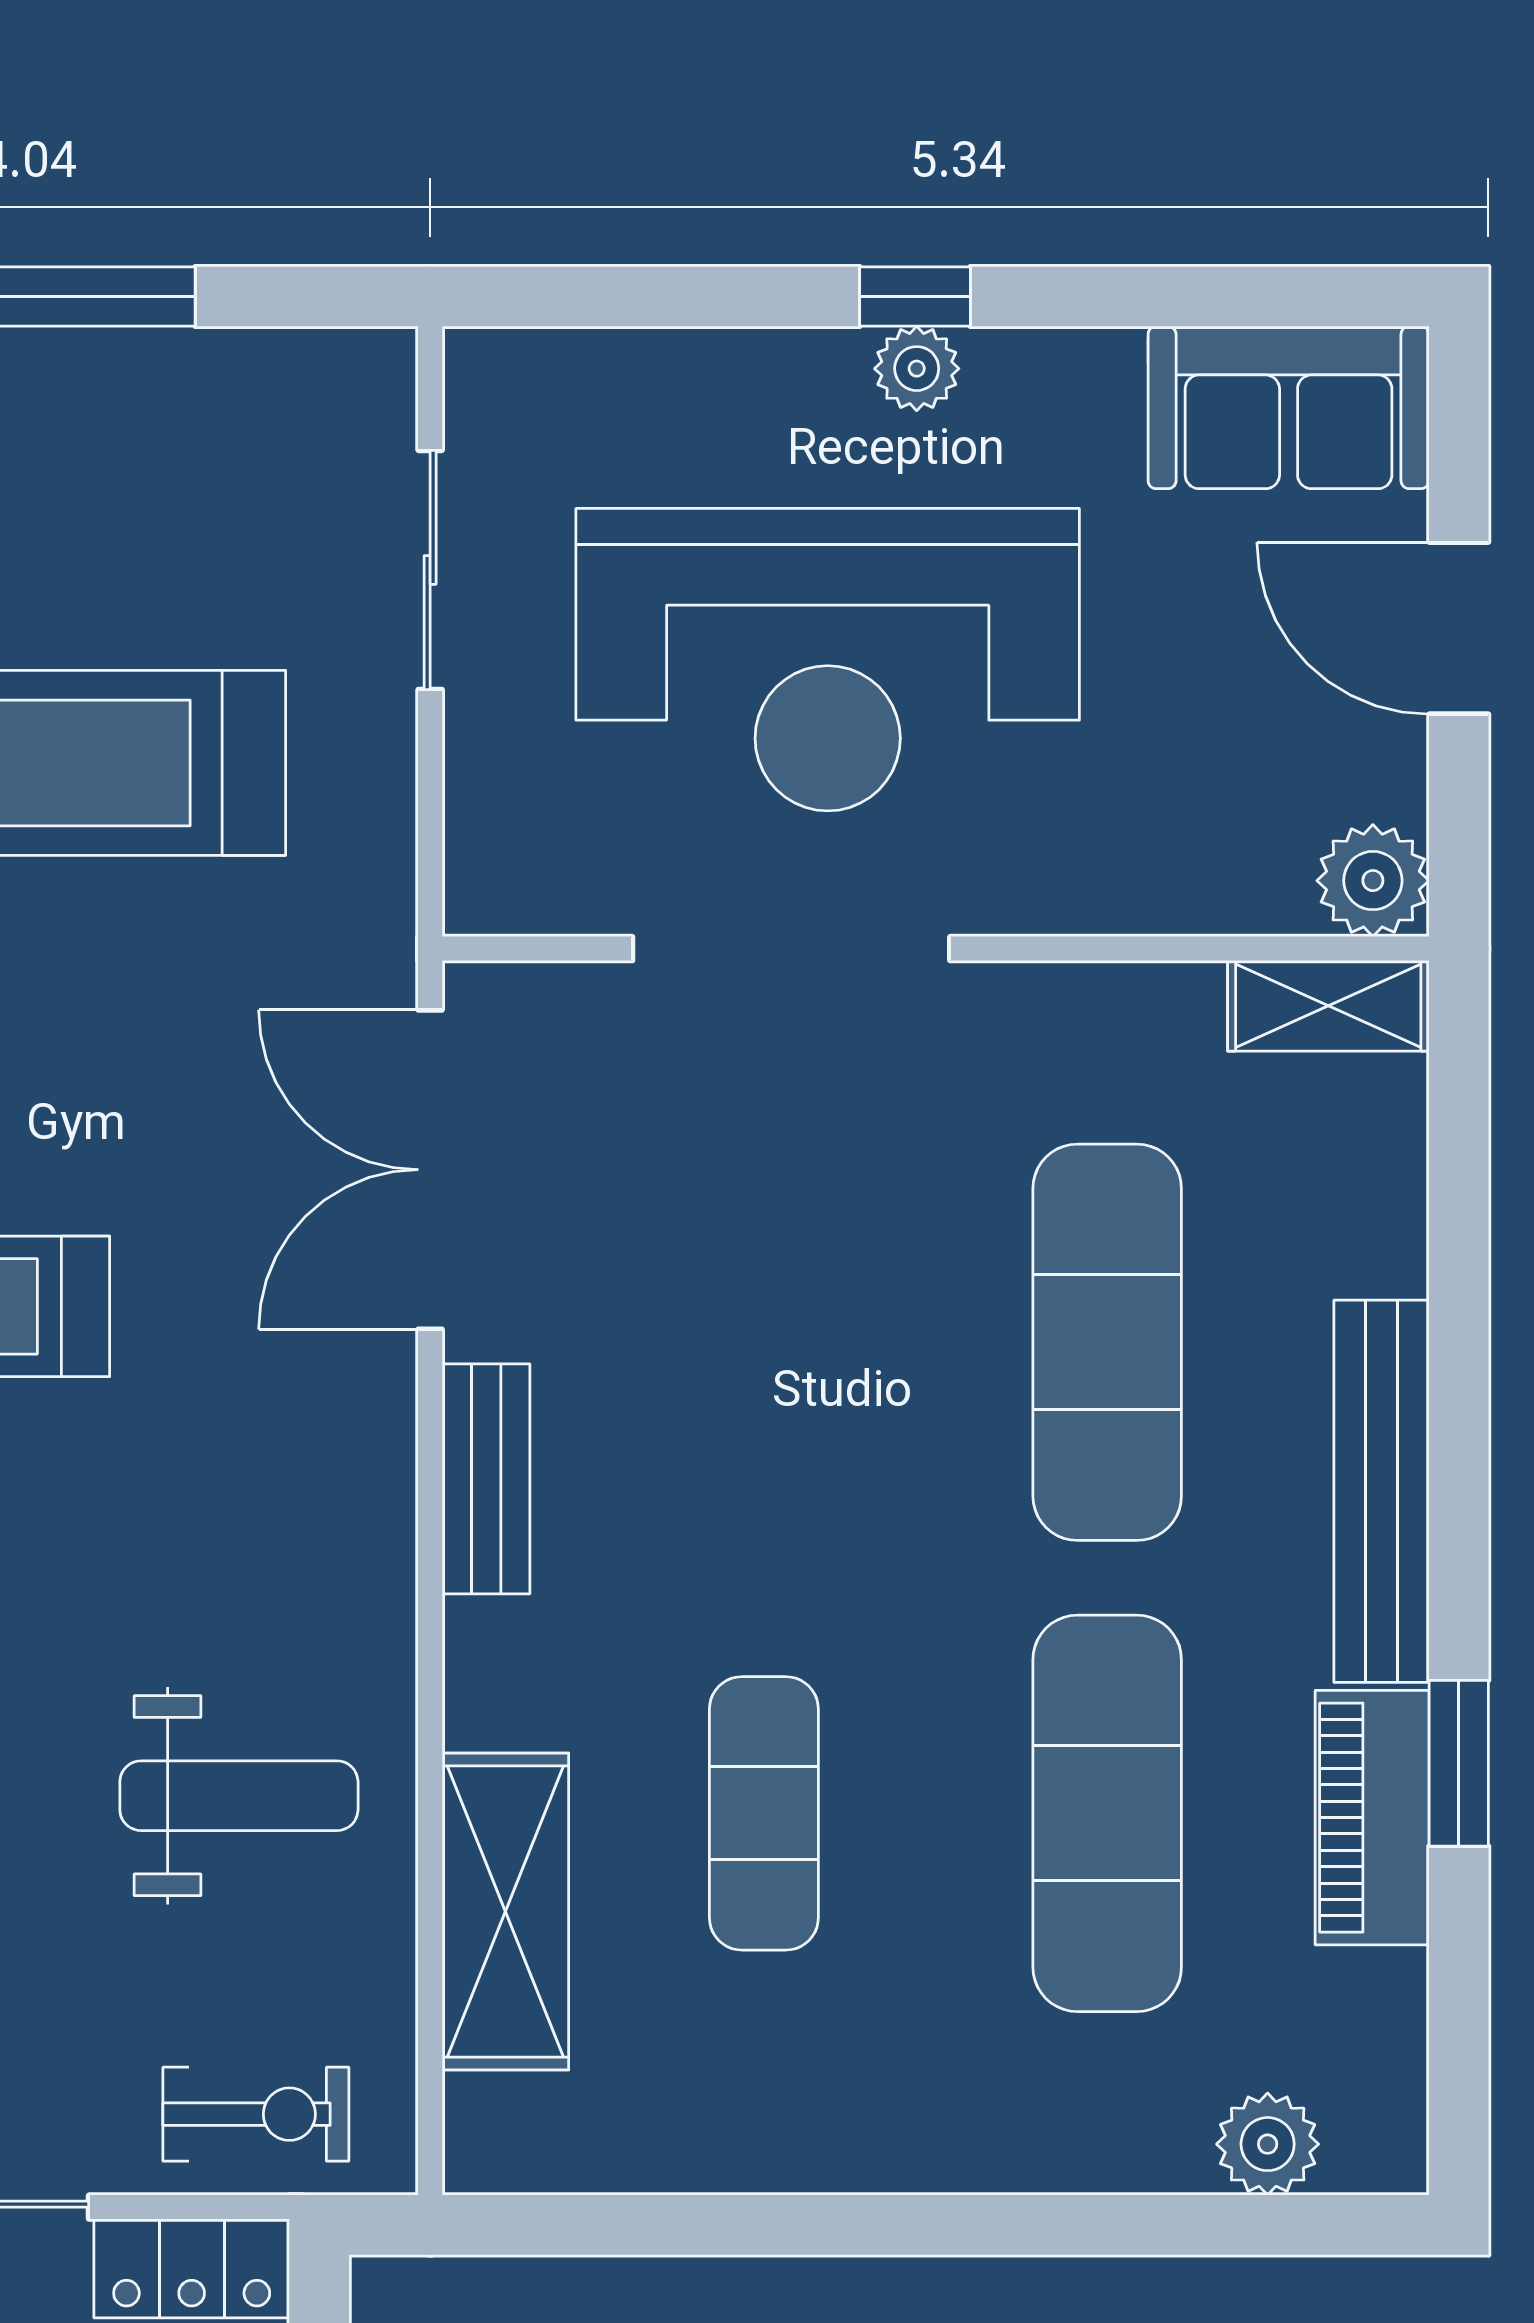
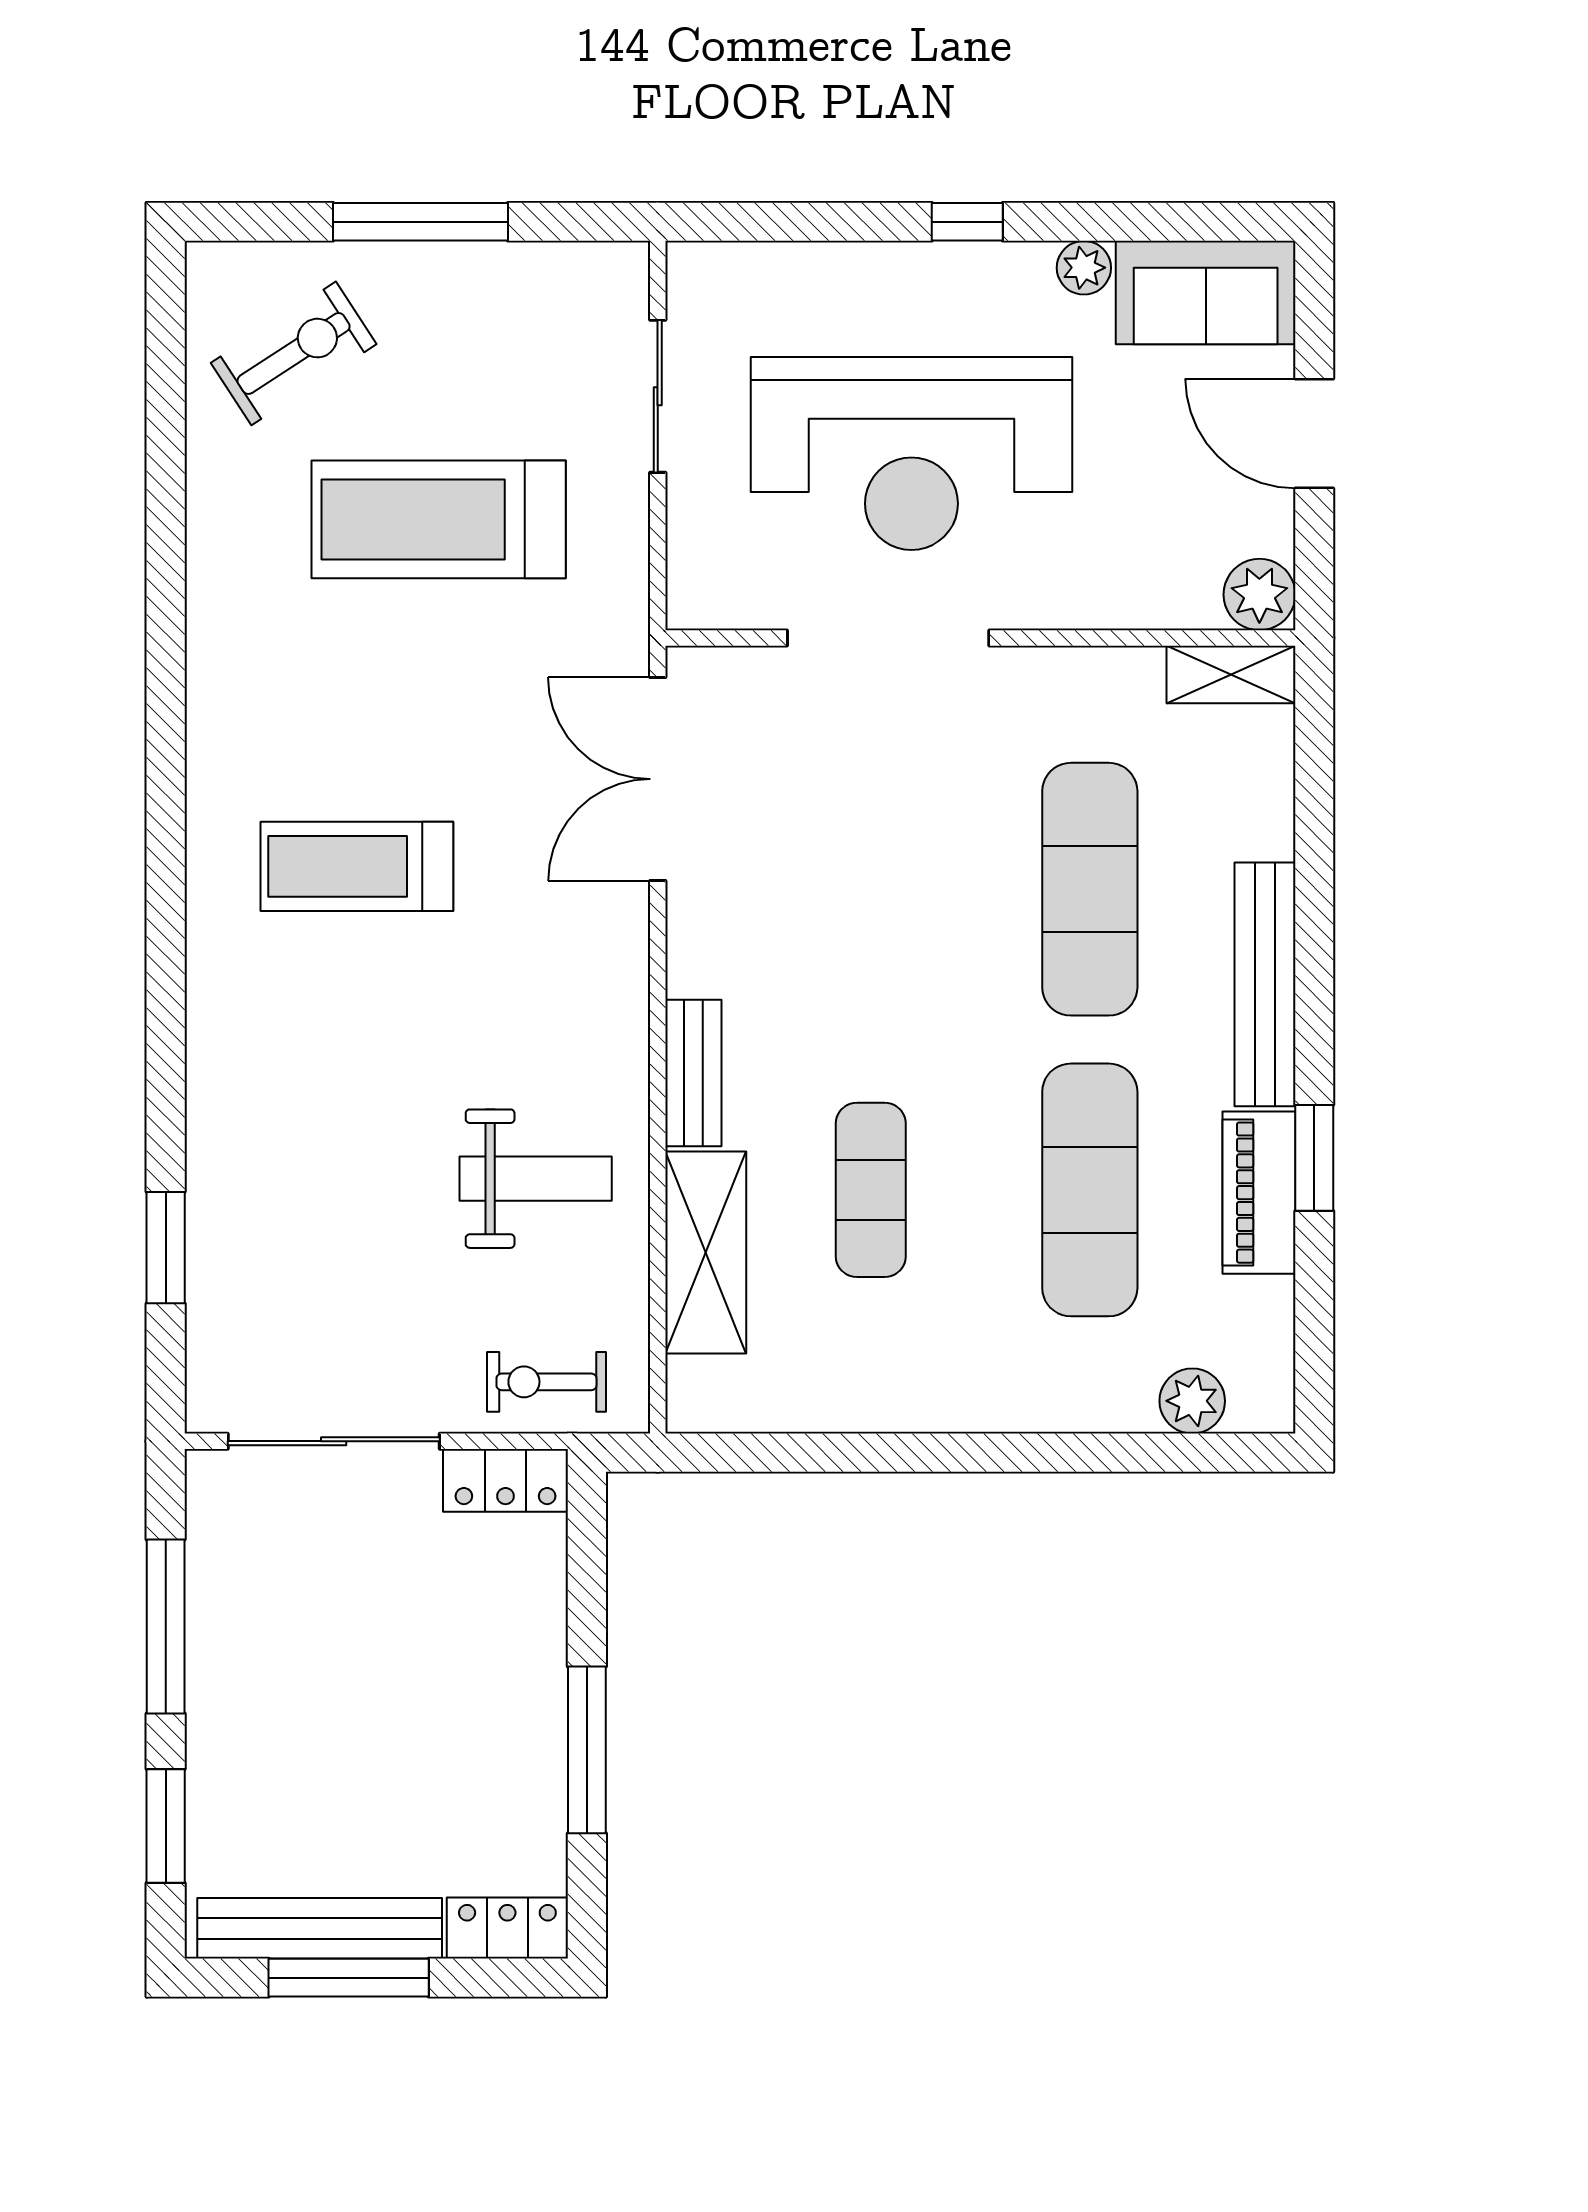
plant: (917, 369) -> (1084, 268), moved
bench: (486, 1479) -> (693, 1073), moved
exercise bike: (256, 2114) -> (546, 1382), turned 180

